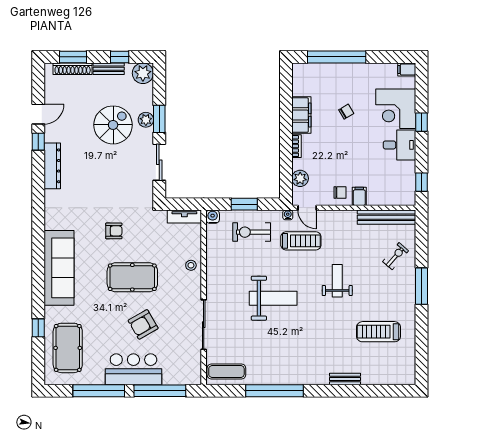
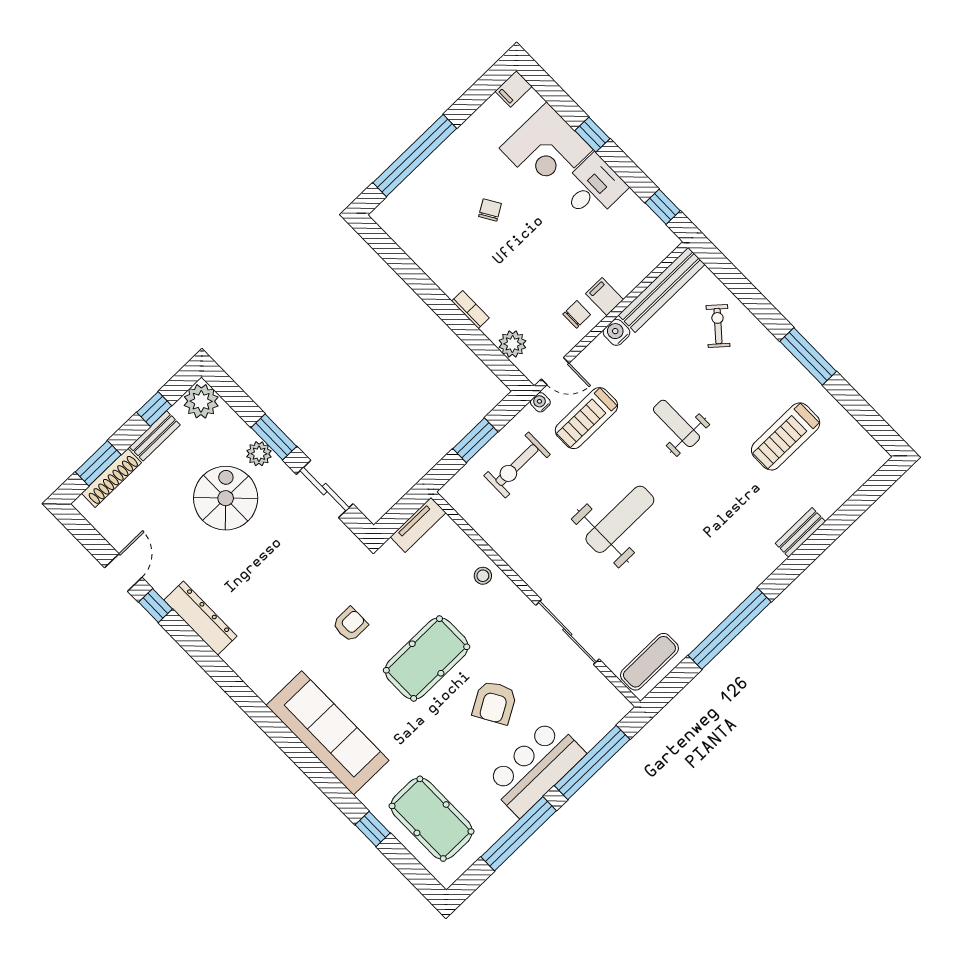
filing cabinet: (301, 115) -> (440, 267), removed
water cooler: (213, 217) -> (616, 332), moved
treadmill: (301, 241) -> (586, 418), turned 180
window: (422, 286) -> (808, 356), moved

